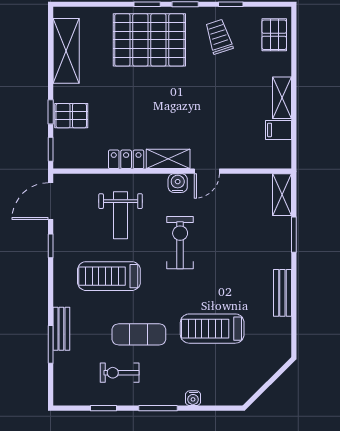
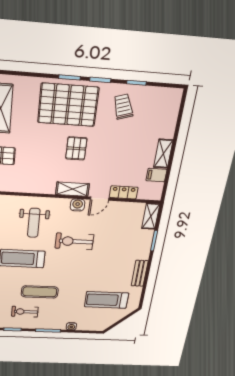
pallet: (274, 35) -> (76, 148), moved
locker: (126, 159) -> (124, 192), moved
exercise bike: (180, 243) -> (74, 241), turned -90
treadmill: (212, 329) -> (107, 300), moved

